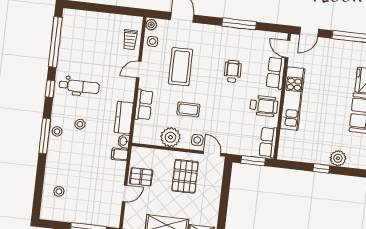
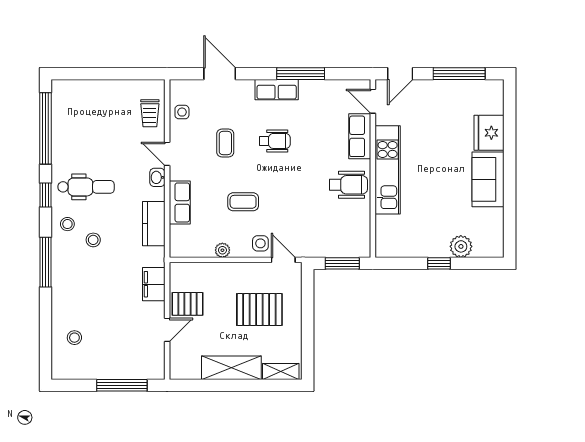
plant: (151, 25) -> (177, 89), removed
coffee table: (181, 67) -> (225, 143), width x0.54, depth x0.58
door: (139, 70) -> (167, 154), hinge flipped
wheelchair: (233, 71) -> (275, 141), moved, turned 90
stool: (57, 131) -> (67, 224), moved
plant: (170, 137) -> (222, 250), width x0.53, depth x0.53
washbasin: (124, 141) -> (157, 177), moved
row of seats: (268, 142) -> (277, 90), moved, turned -90
filing cabinet: (120, 154) -> (154, 284), width x2.00
pallet: (185, 176) -> (259, 310), moved, turned 90

